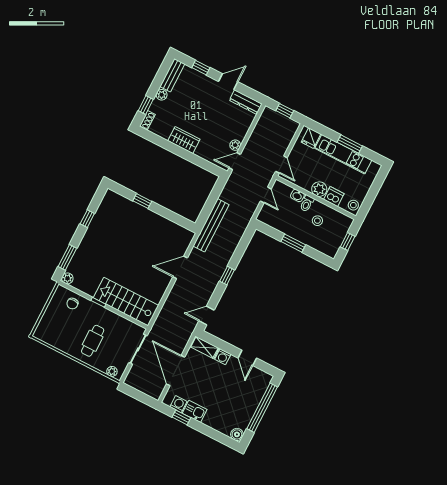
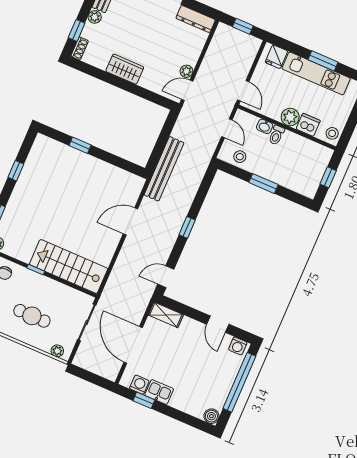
stool: (317, 221) -> (240, 157), moved
cafe table: (93, 341) -> (32, 316), turned 90
washing machine: (223, 357) -> (238, 346), moved

